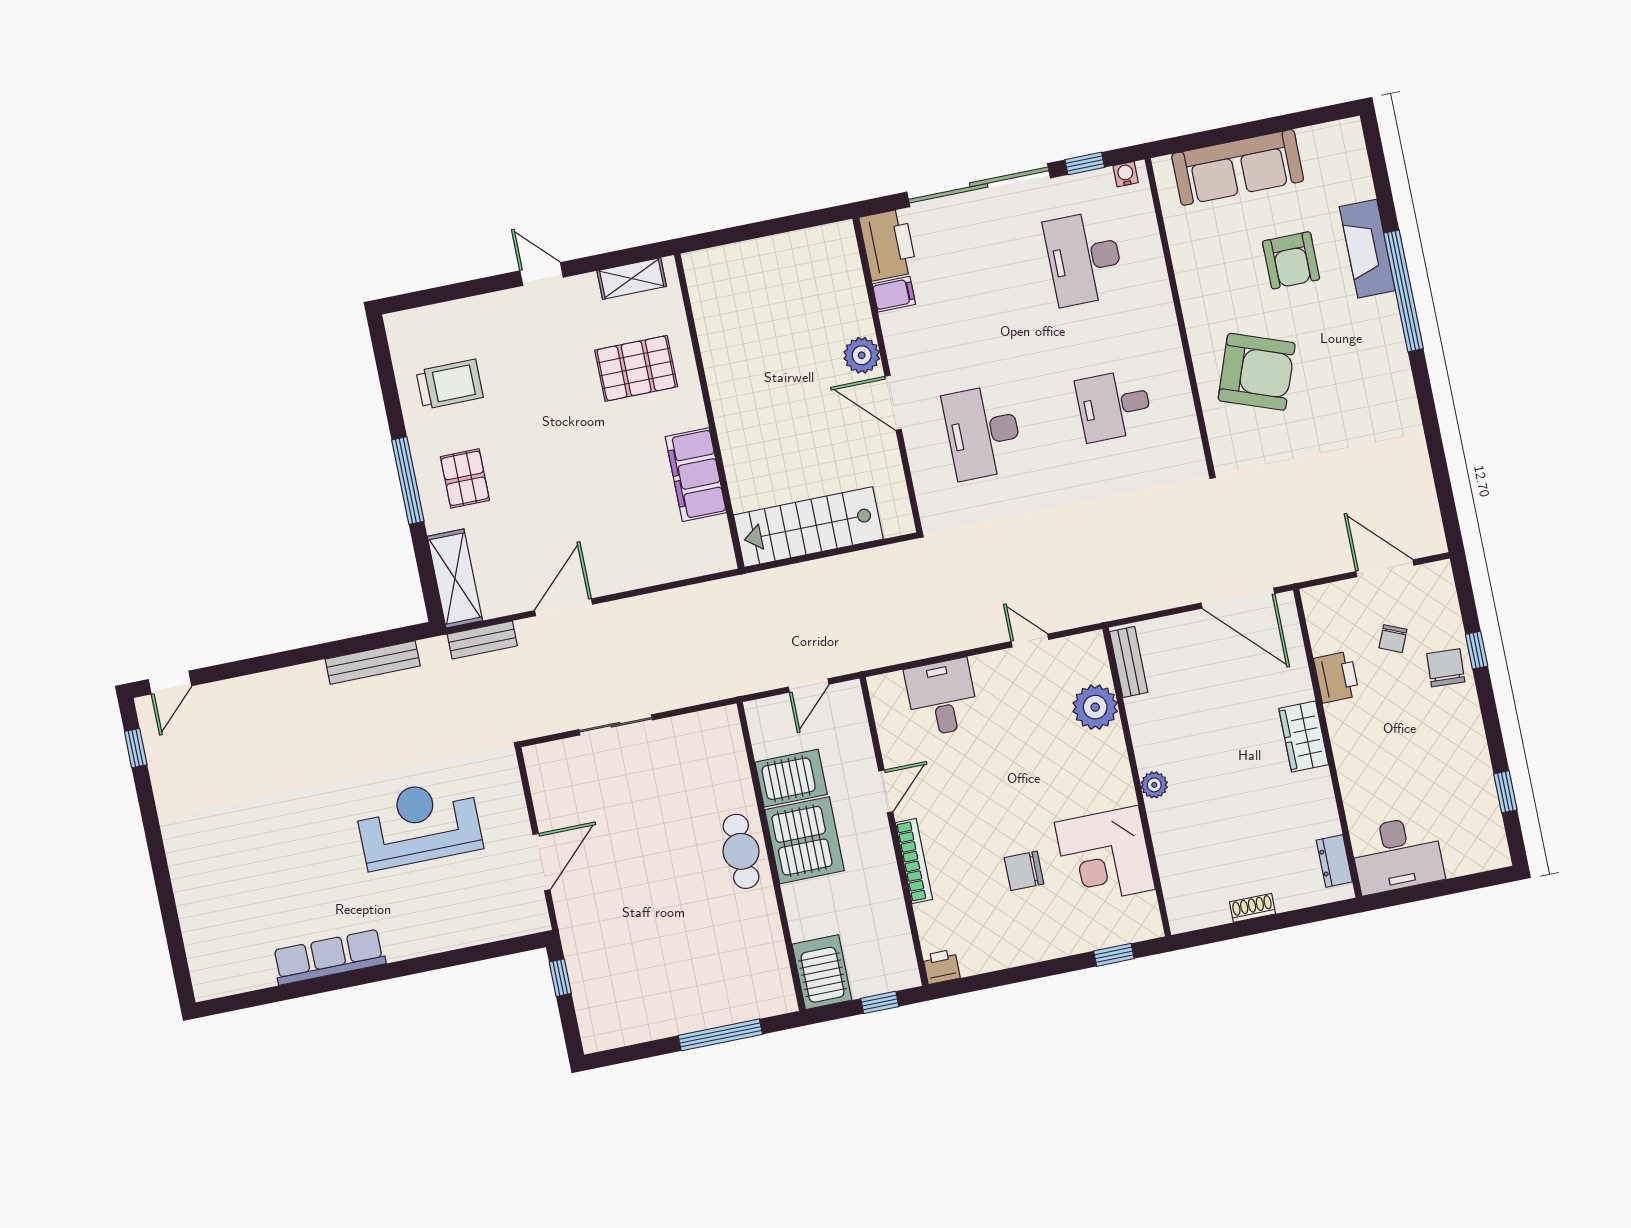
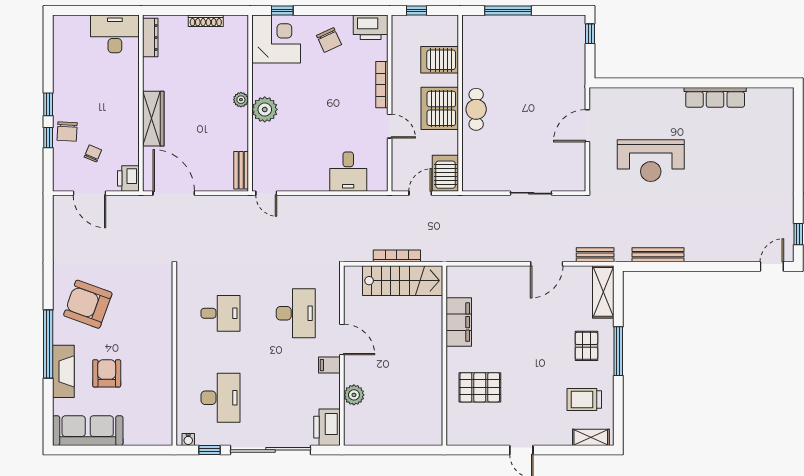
sofa: (1238, 167) -> (88, 431), moved
shelving: (632, 279) -> (591, 437), moved
filing cabinet: (894, 294) -> (329, 365), moved
plant: (862, 355) -> (354, 395), moved
armchair: (1257, 372) -> (88, 304), moved
bookcase: (827, 568) -> (397, 256), added
door: (1030, 640) -> (266, 193), moved
printer: (1337, 677) -> (128, 178), moved
plant: (1095, 707) -> (265, 109), moved
wardrobe: (1304, 737) -> (153, 119), width x1.50
server rack: (791, 778) -> (445, 173), moved, turned 90
door: (886, 791) -> (390, 126), swing flipped
window: (1505, 792) -> (48, 104), moved
corner desk: (1105, 856) -> (276, 39), moved
dresser: (1334, 861) -> (150, 38), width x1.44
chair: (1024, 871) -> (329, 40), moved, turned 65
shoe rack: (1252, 908) -> (206, 21), width x1.43
printer: (941, 967) -> (371, 27), width x1.87, depth x1.48
server rack: (822, 972) -> (440, 60), moved, turned 90
window: (560, 978) -> (590, 34), moved

